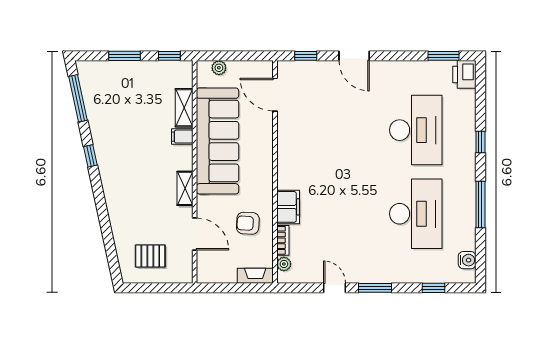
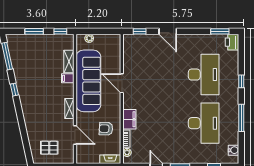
door: (275, 95) -> (122, 83), moved

